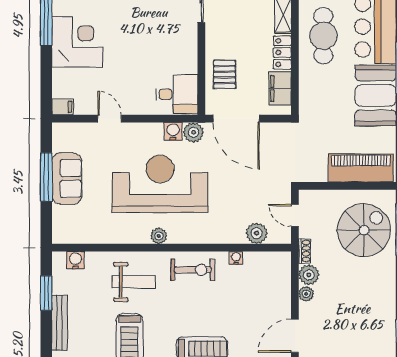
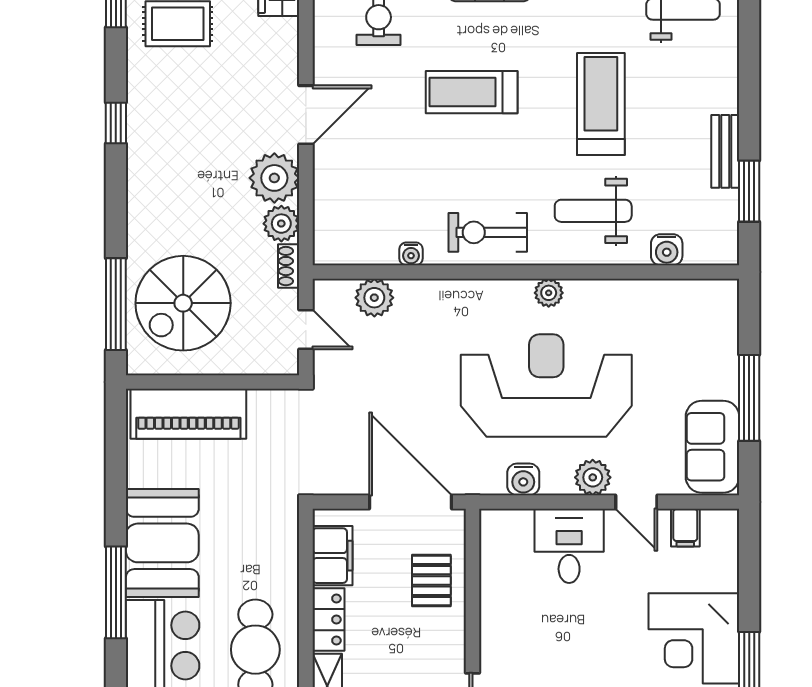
desk: (177, 94) -> (569, 546), moved, turned 90
filing cabinet: (62, 107) -> (685, 528), moved, turned -90
plant: (193, 132) -> (593, 477), moved
sofa: (67, 178) -> (712, 447), moved
reception desk: (160, 184) -> (546, 385), turned 180
water cooler: (75, 260) -> (667, 250), moved
plant: (306, 294) -> (274, 178), width x1.88, depth x1.88
bench: (60, 323) -> (725, 151), width x0.73

